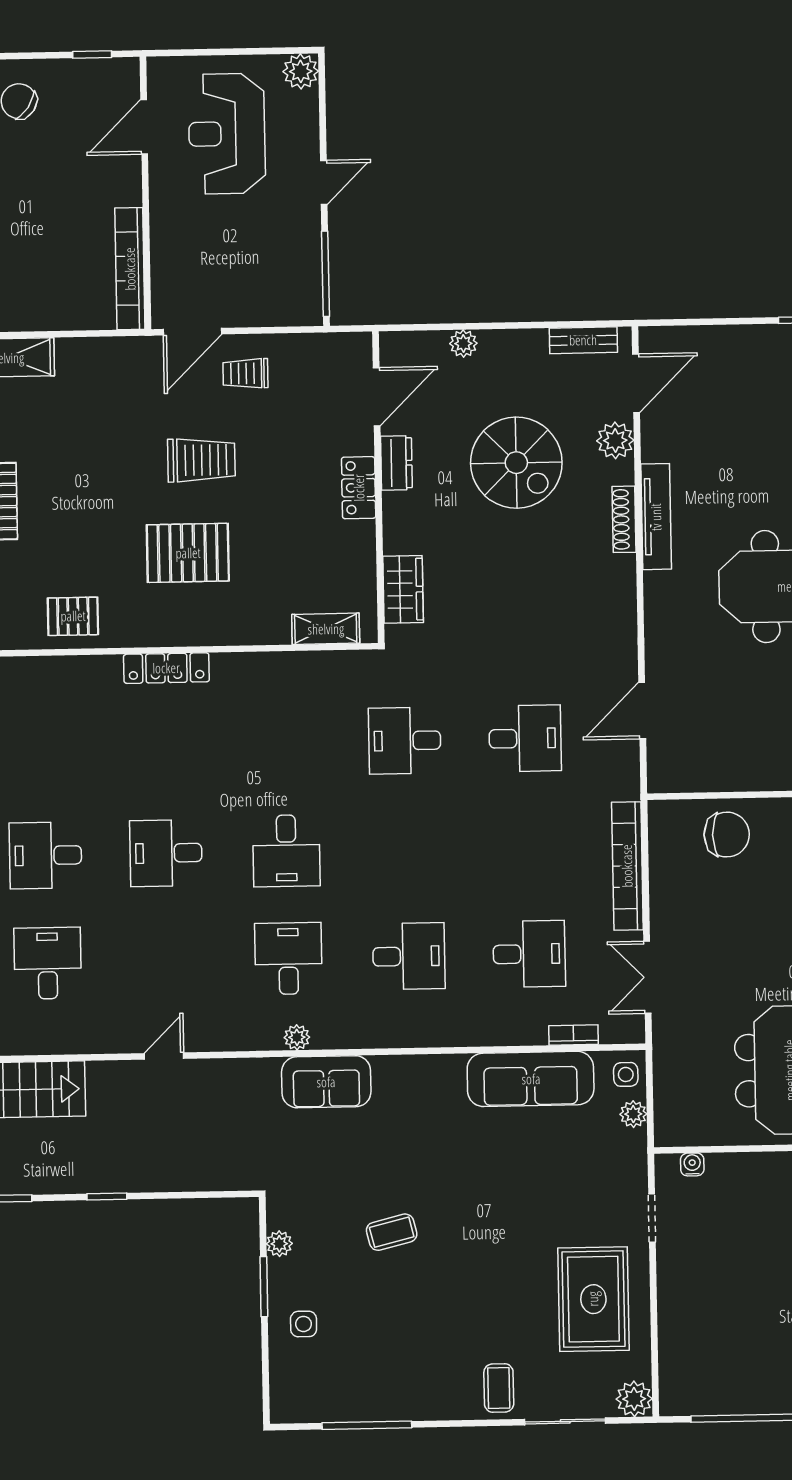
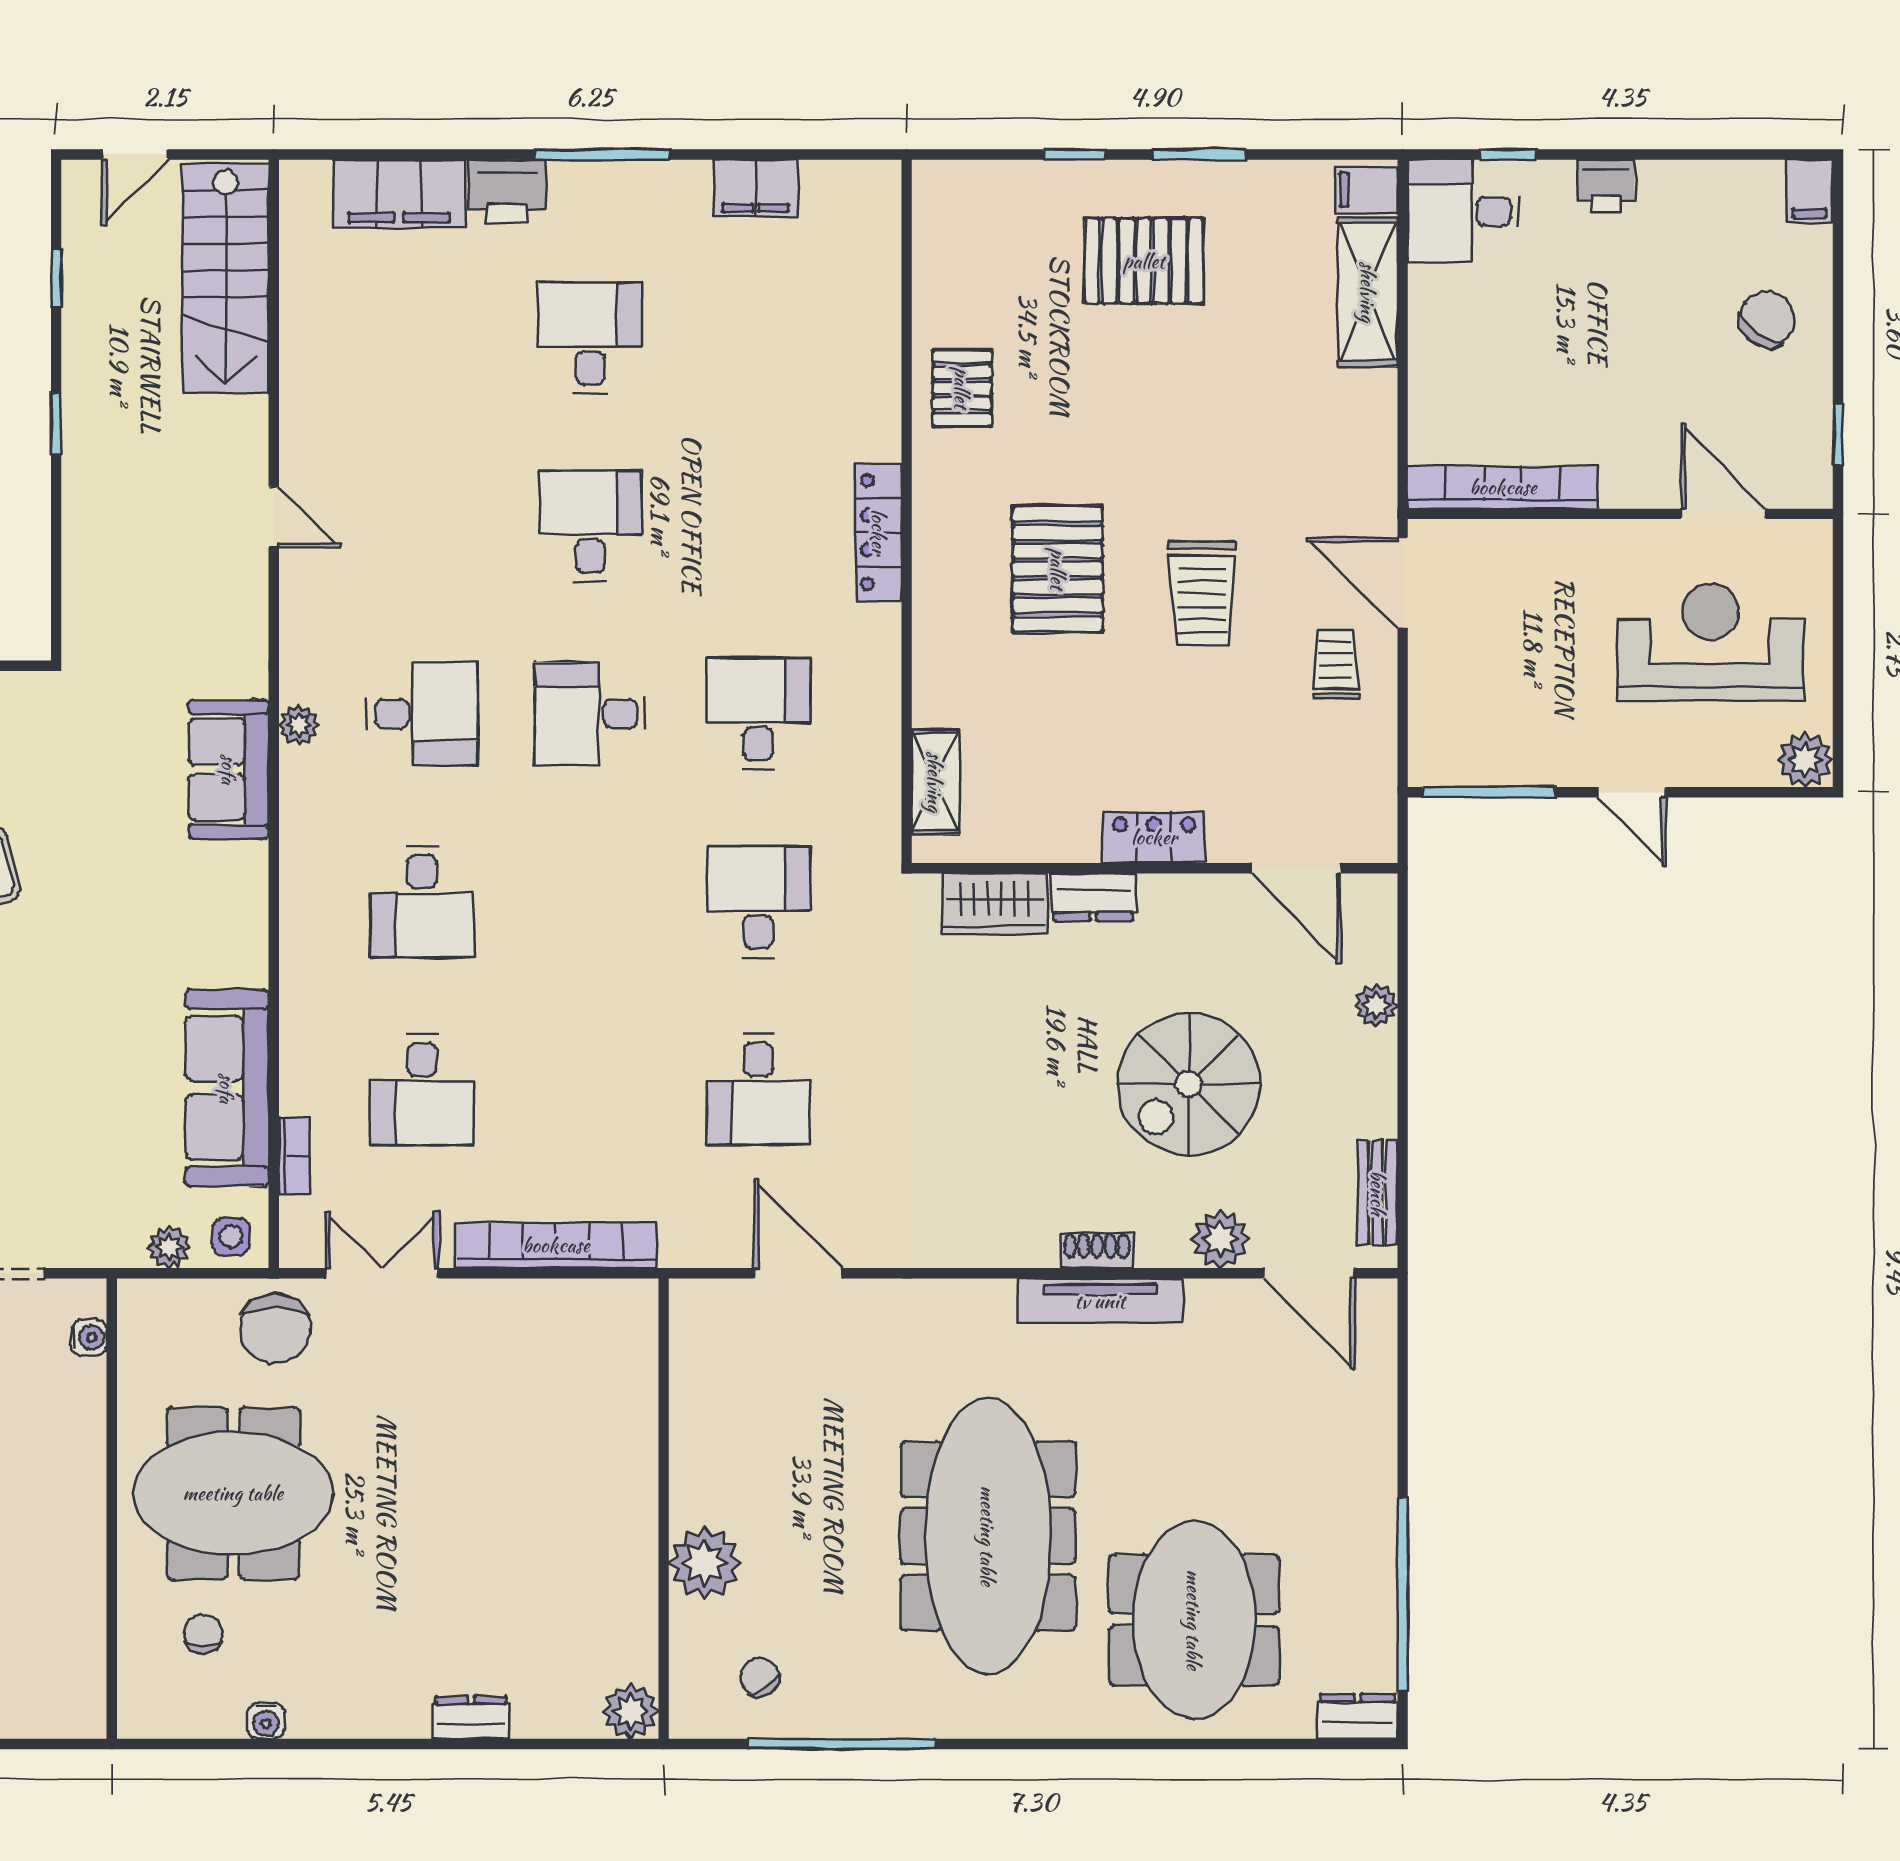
dresser: (396, 463) -> (1093, 897), moved
shoe rack: (624, 519) -> (1097, 1251), width x0.70
chair: (727, 835) -> (275, 1329), moved
desk: (48, 963) -> (758, 714), moved, turned -90

